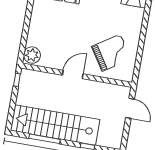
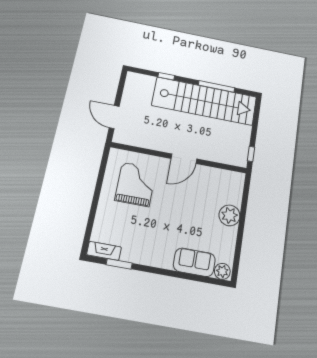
grand piano: (111, 53) -> (136, 184), turned 123
plant: (32, 55) -> (229, 215), moved

